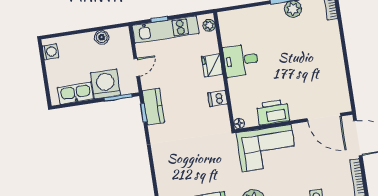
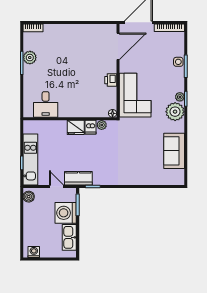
plant: (209, 25) -> (102, 125), moved
boiler: (102, 37) -> (29, 197), moved
desk: (241, 60) -> (46, 104), moved
fridge: (212, 65) -> (76, 127), moved
kitchen counter: (153, 106) -> (78, 178), moved
printer: (273, 112) -> (111, 80), width x0.53, depth x0.68

